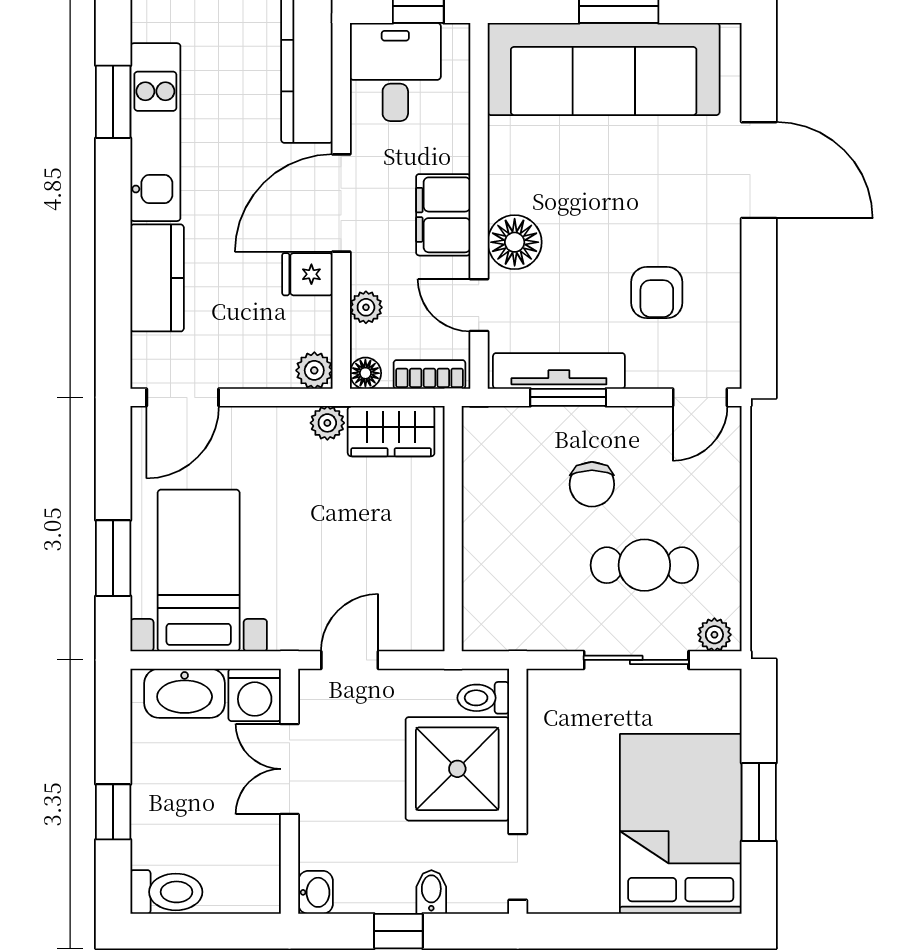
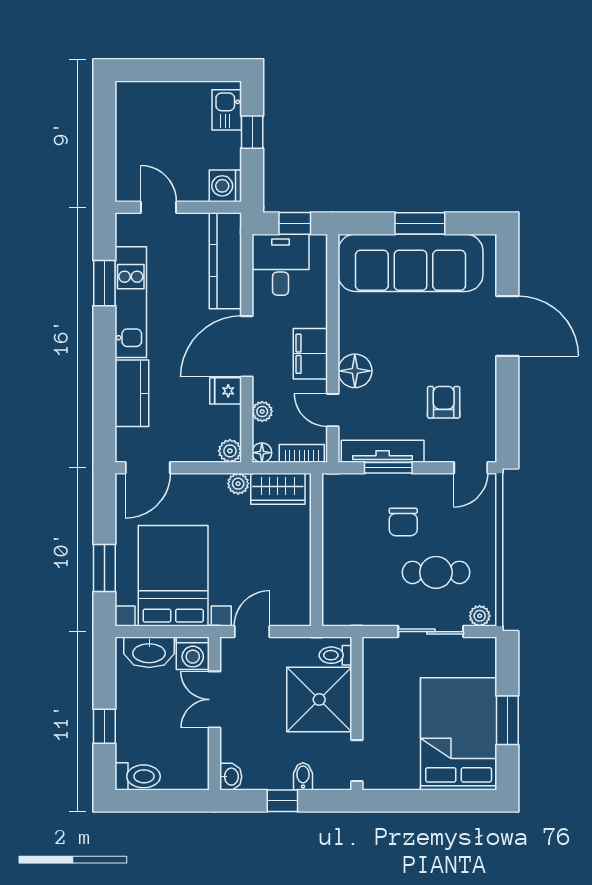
armchair: (657, 292) -> (444, 402), turned 180
bed with nightstands: (199, 570) -> (173, 576), width x1.36

